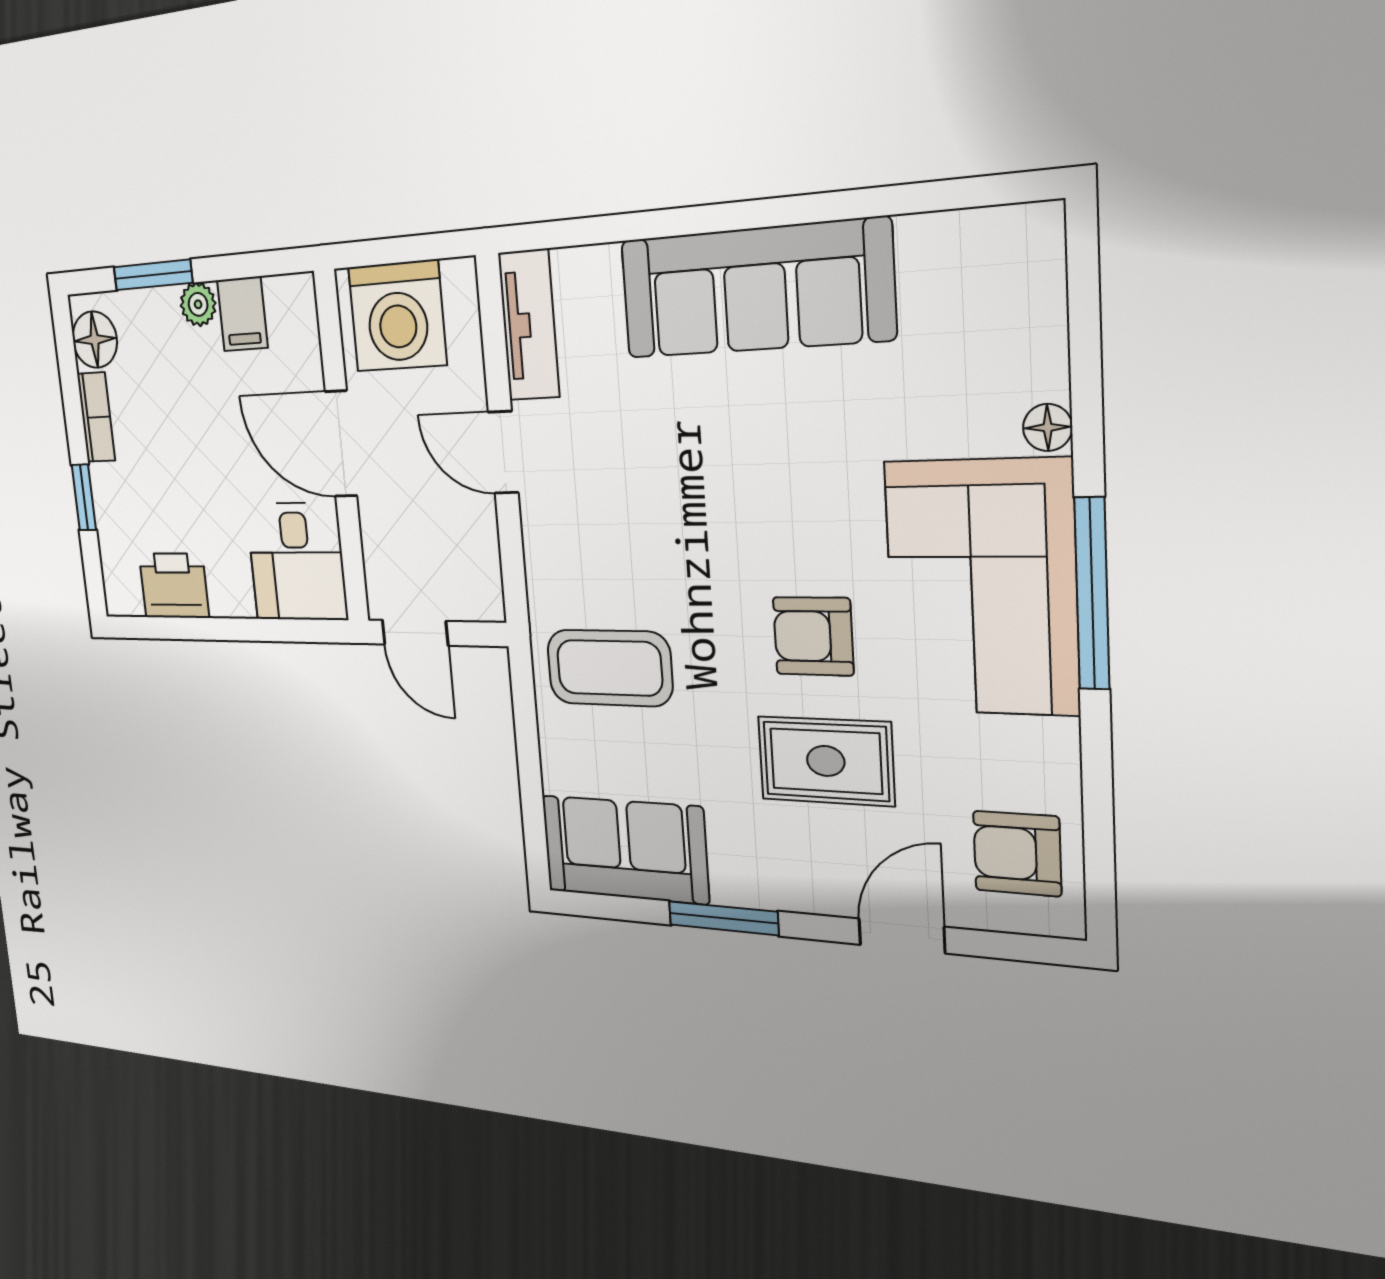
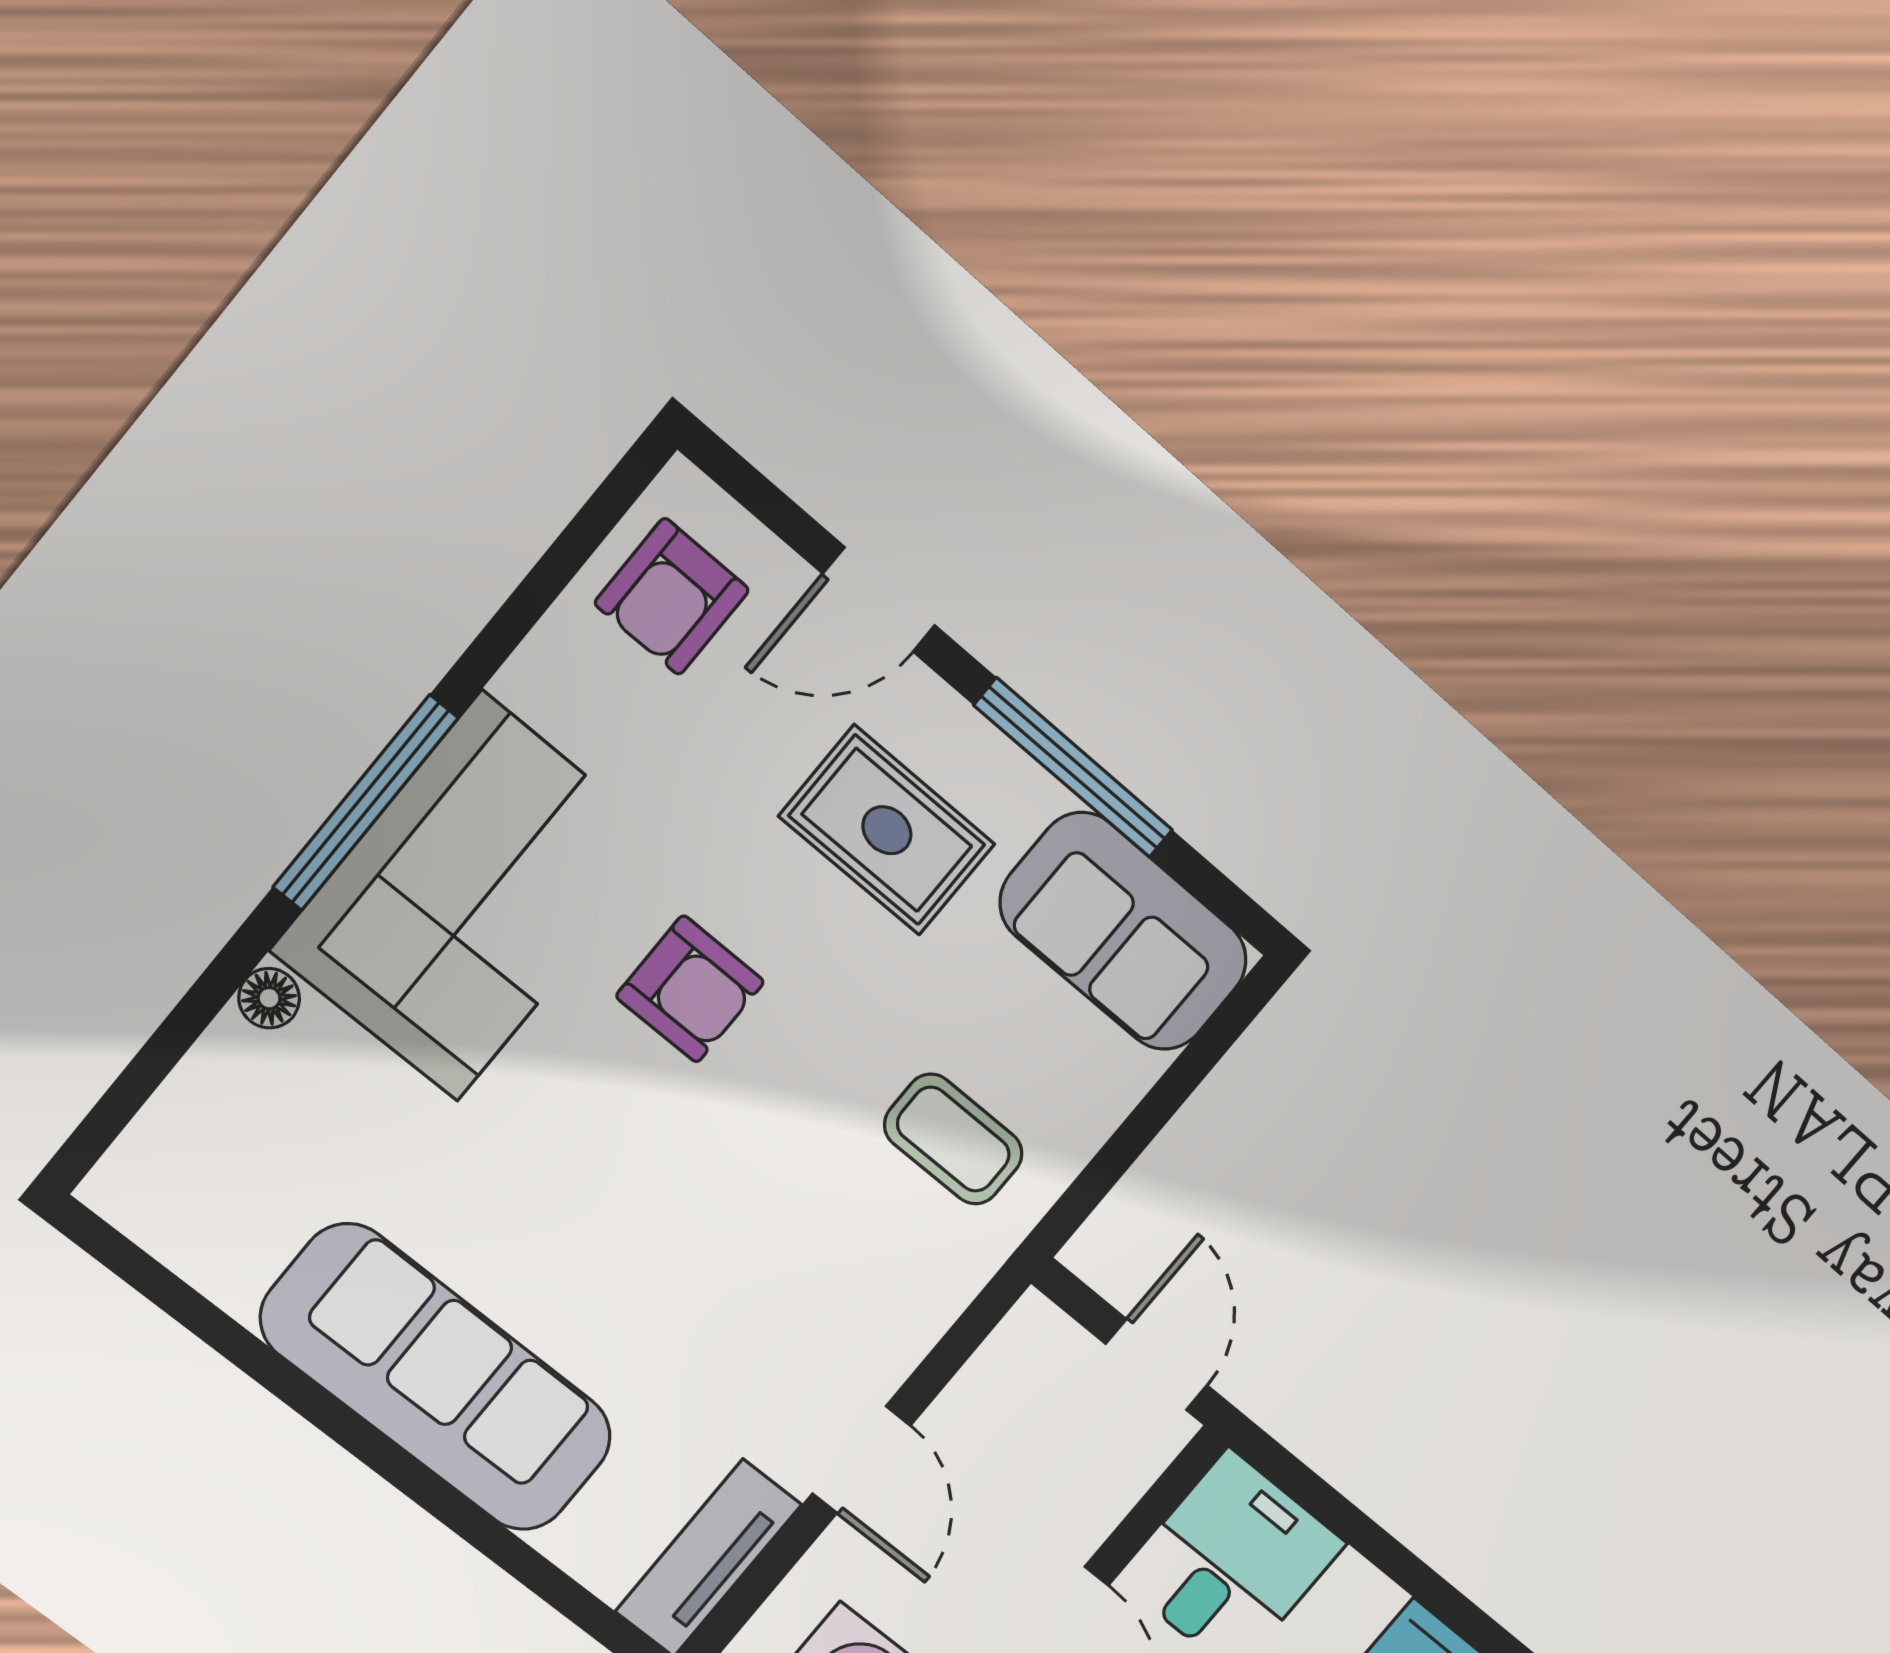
coffee table: (609, 668) -> (953, 1139), width x0.73, depth x0.77
rug: (826, 761) -> (887, 830), moved
armchair: (1017, 854) -> (672, 596), turned 90
window: (723, 918) -> (1074, 768), width x1.44

